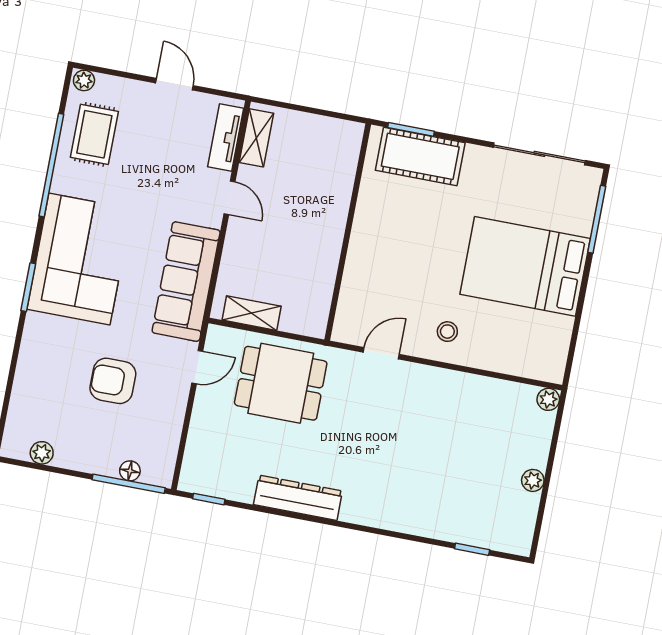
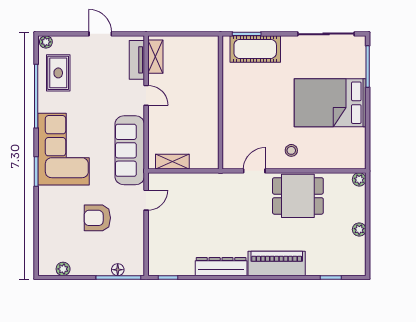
dining table: (281, 383) -> (298, 196), moved
piano: (389, 510) -> (277, 263), added

